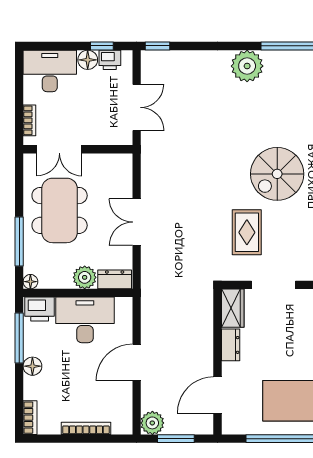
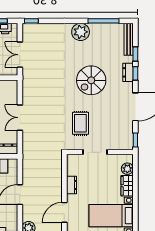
double door: (137, 107) -> (20, 55), swing flipped
spiral stairs: (277, 174) -> (91, 80), moved
wardrobe: (233, 308) -> (73, 165), removed

